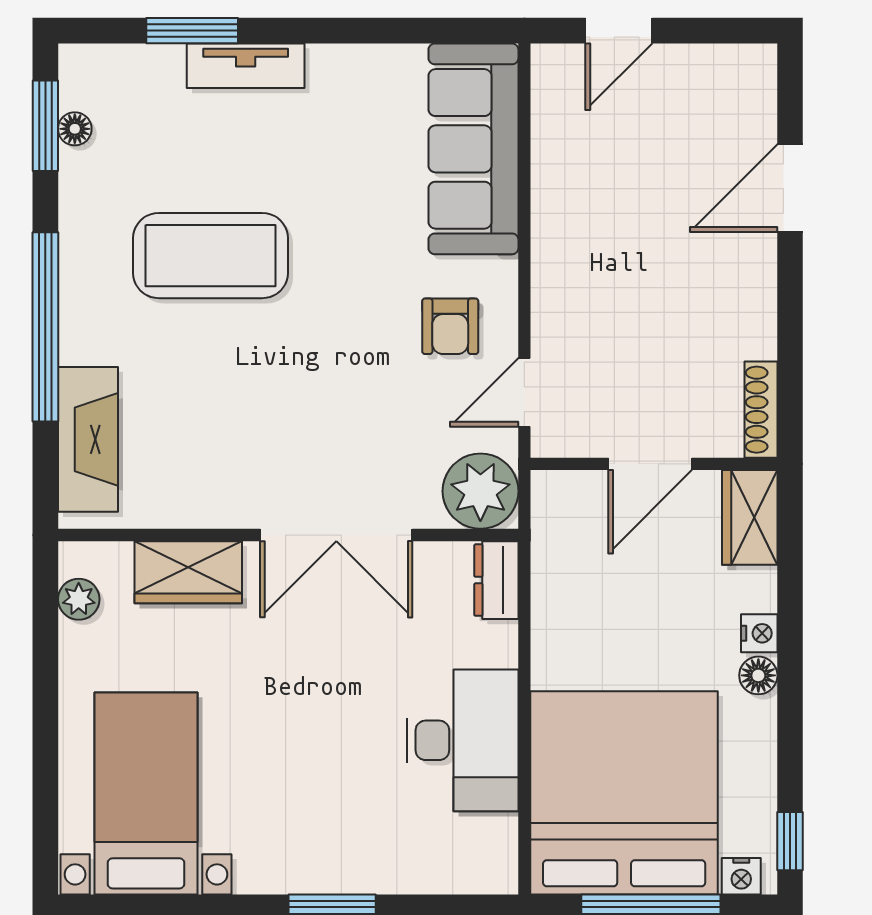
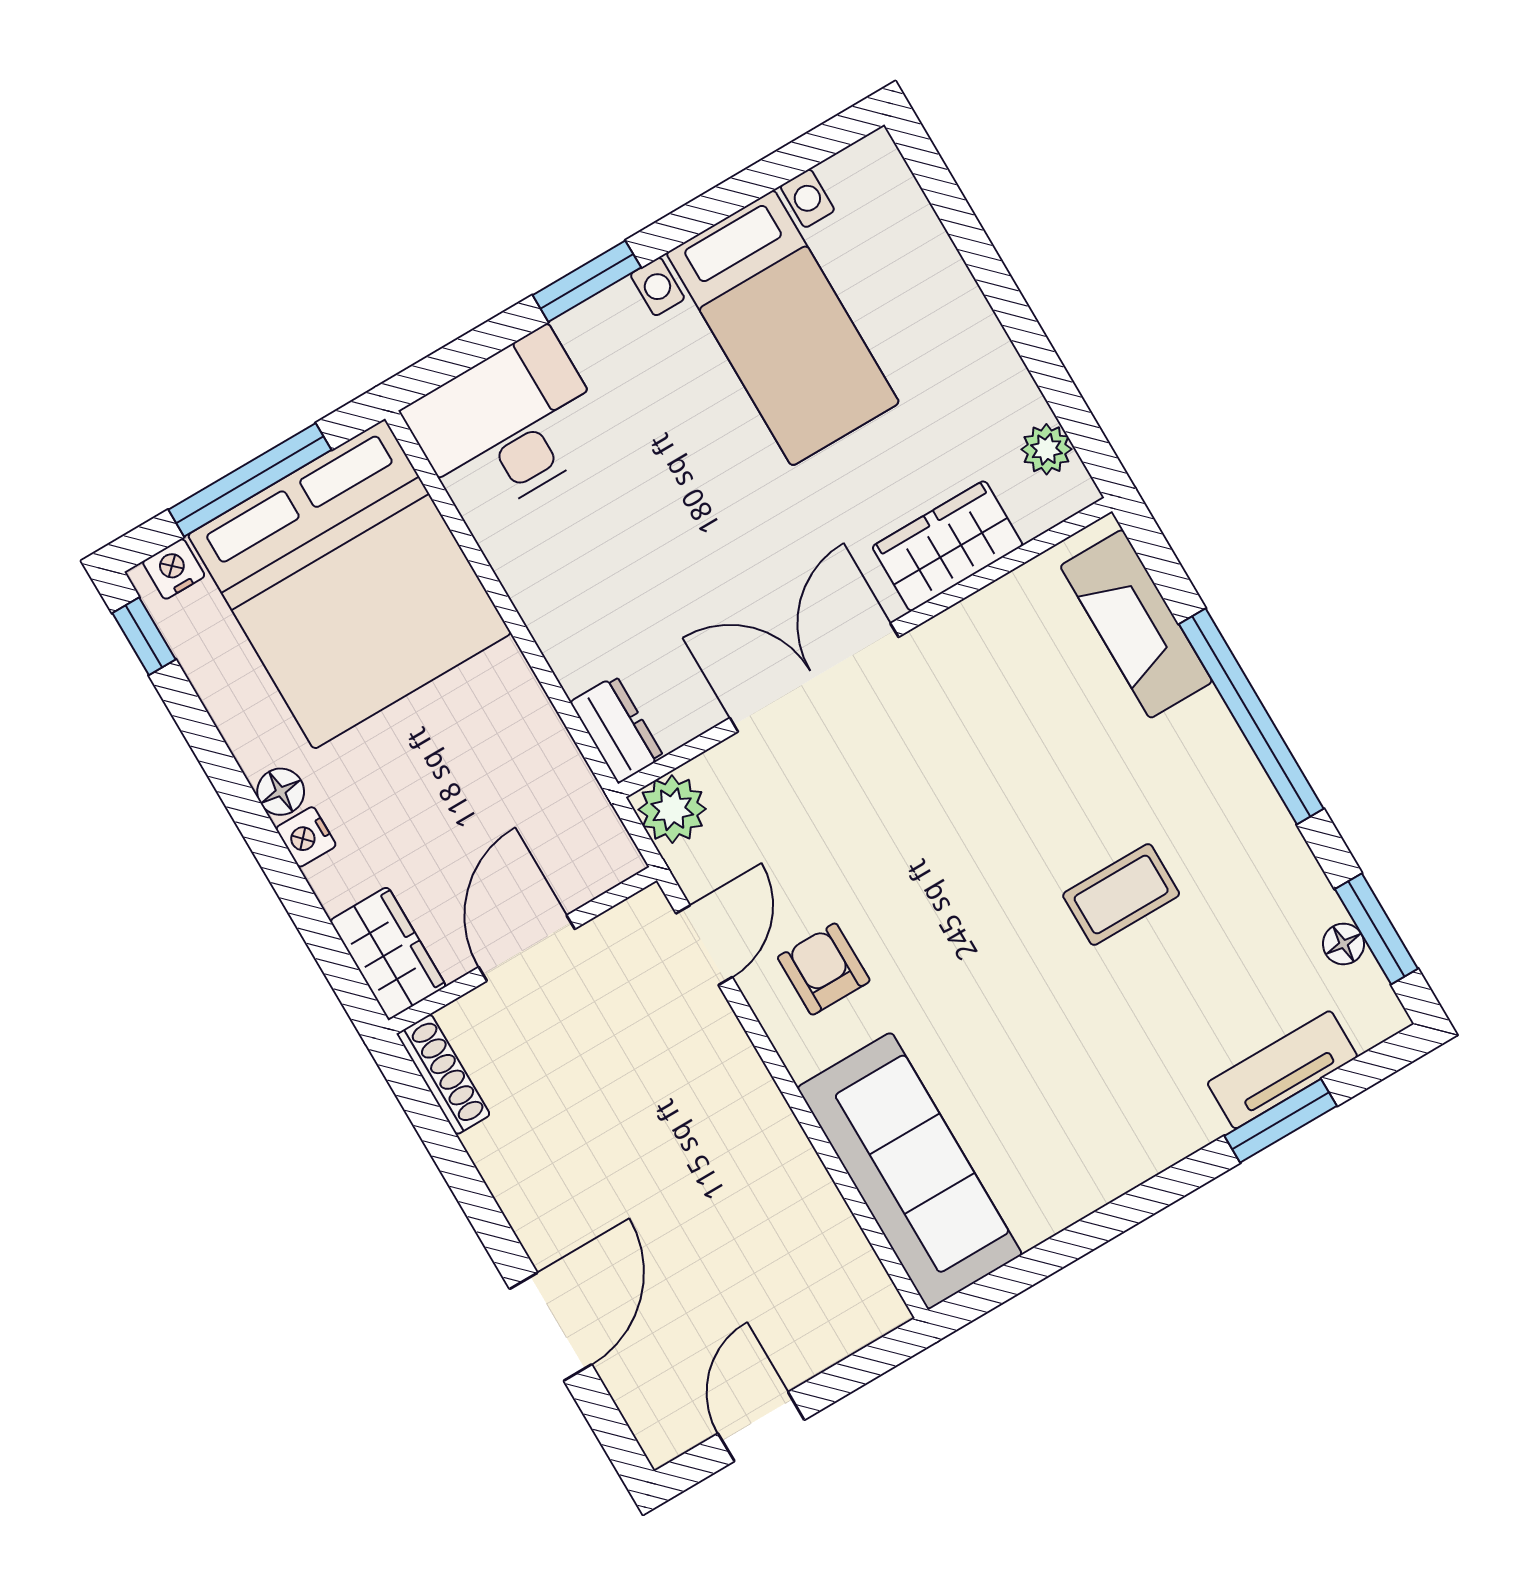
door: (619, 31) -> (761, 1427), moved
tv unit: (246, 66) -> (1282, 1070), moved
coffee table: (211, 256) -> (1121, 895), width x0.54, depth x0.58
plant: (480, 491) -> (672, 809), width x0.73, depth x0.73
desk: (462, 740) -> (508, 425), moved, turned 90
bed with nightstands: (146, 793) -> (783, 328), moved

